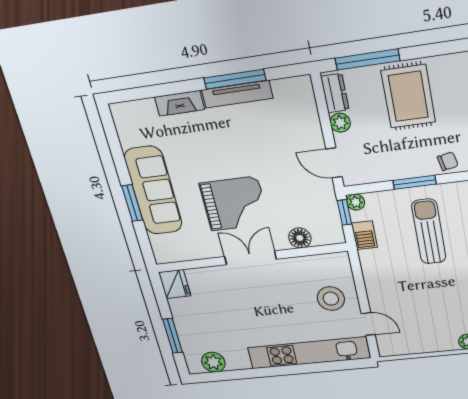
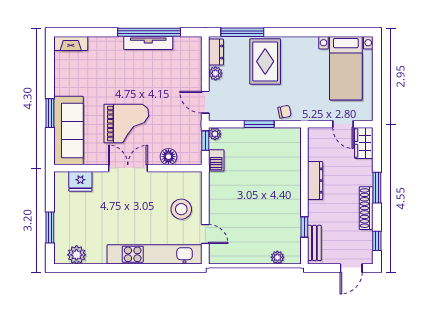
window: (235, 79) -> (149, 32), width x1.46
fireplace: (179, 103) -> (71, 44), moved
sofa: (153, 191) -> (69, 131), moved
sun lounger: (429, 232) -> (263, 163), removed
fridge: (175, 284) -> (80, 181), moved, turned 90

